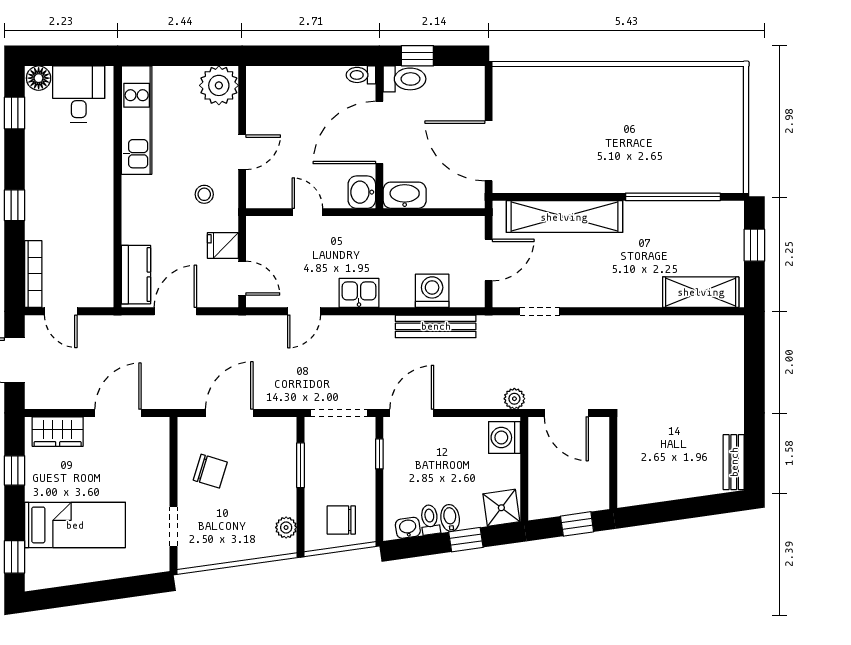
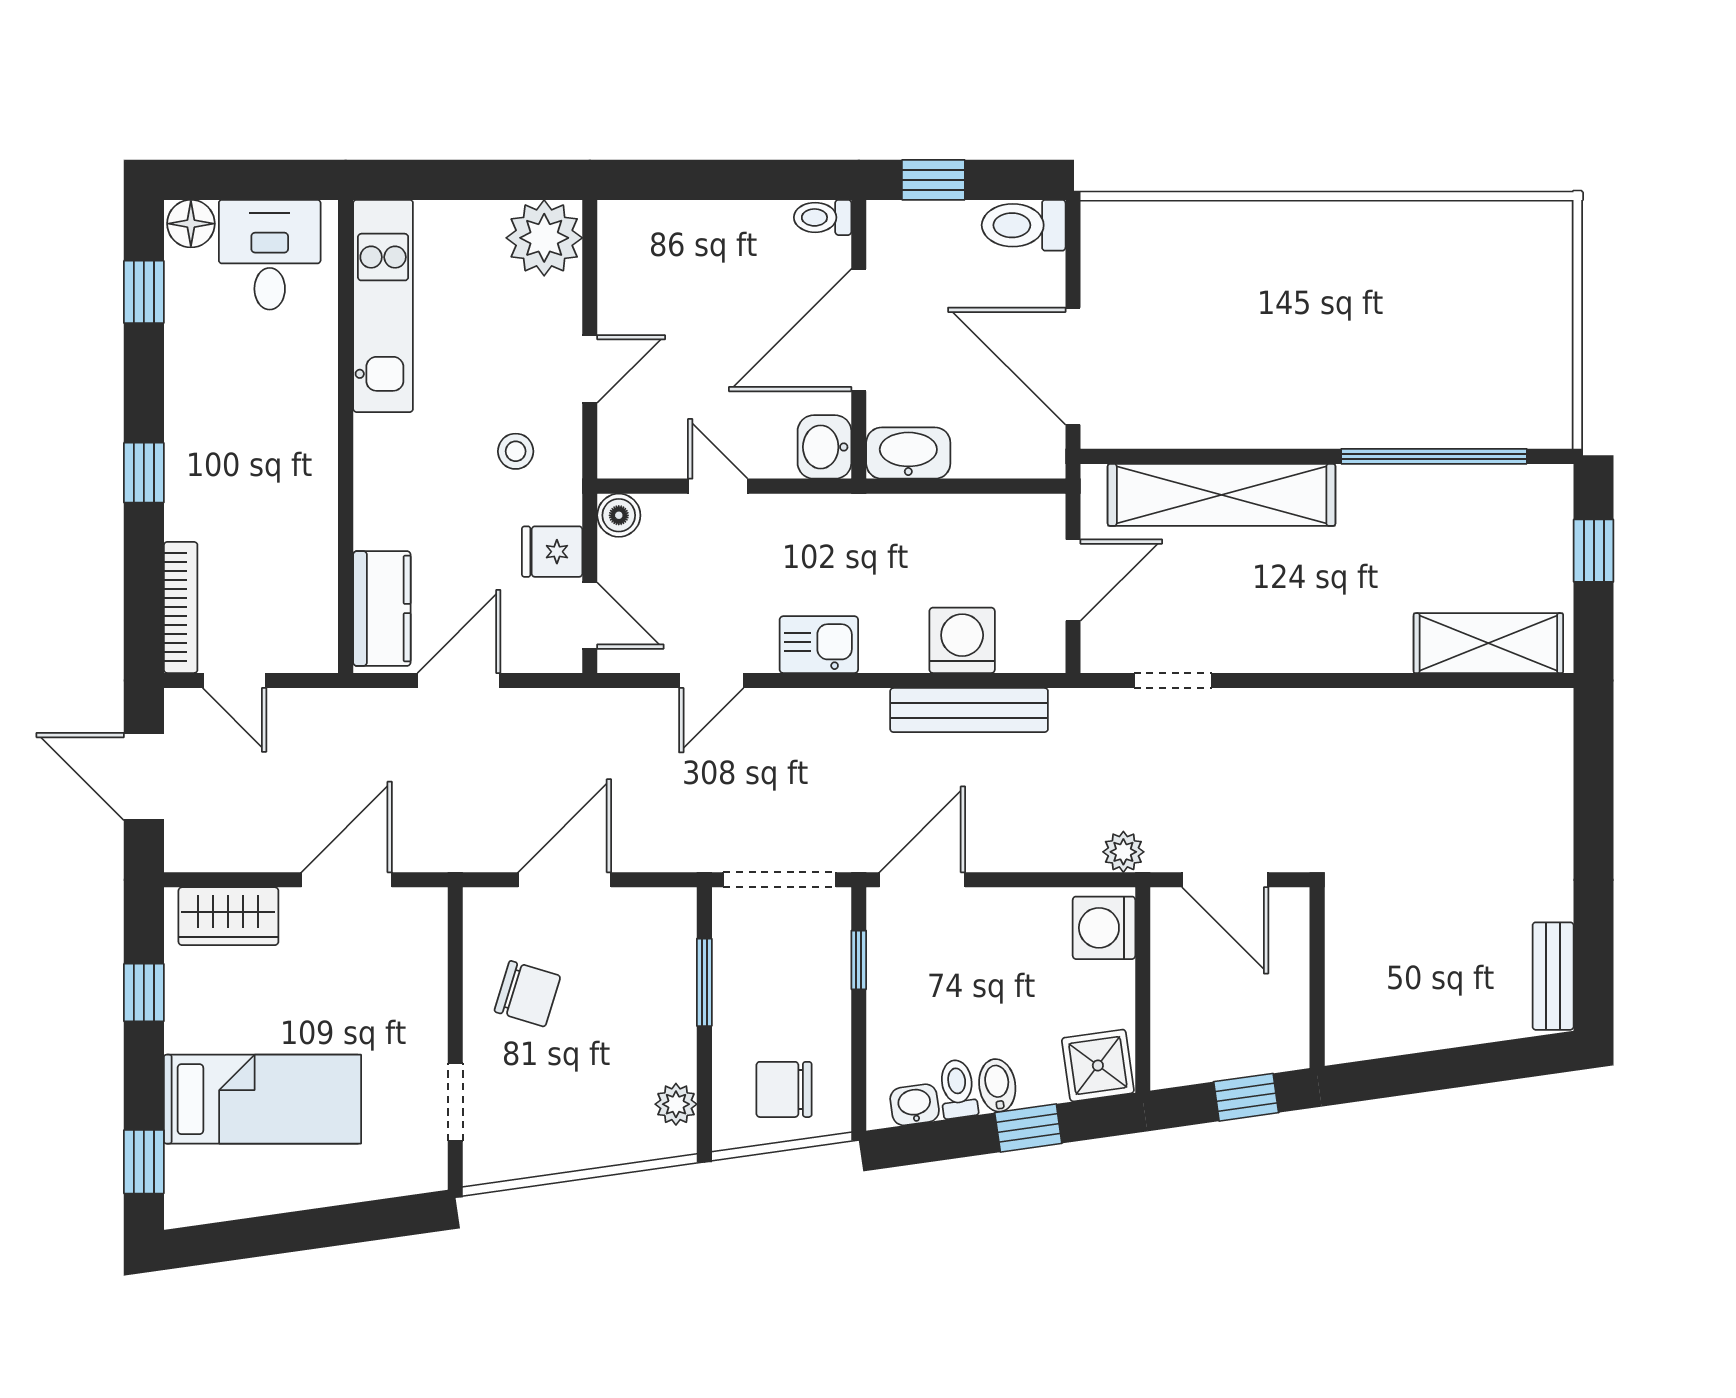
toilet: (405, 79) -> (1024, 225), moved, turned 180
boiler: (257, 227) -> (619, 515), added

